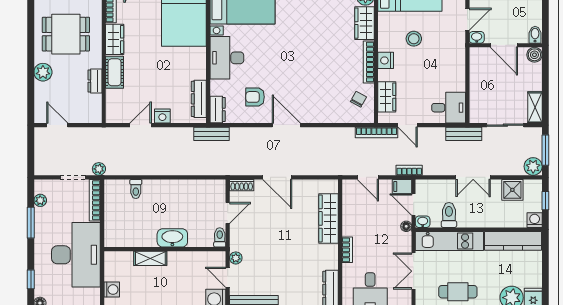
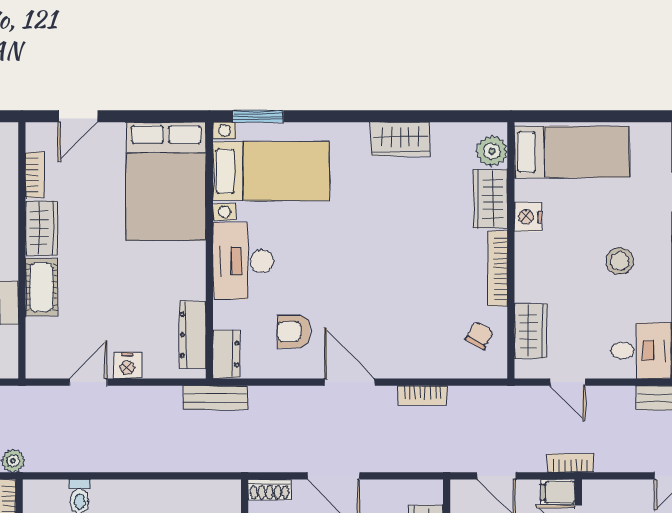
stool: (414, 39) -> (620, 261), moved
nightstand: (386, 60) -> (528, 217), moved
bookcase: (376, 133) -> (423, 395), moved, width x0.64

